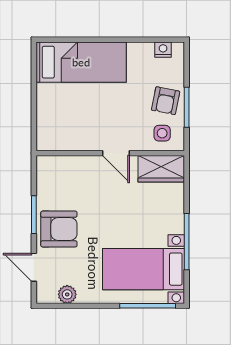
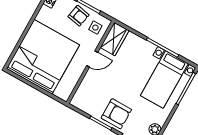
bed: (81, 62) -> (43, 57), width x2.04
armchair: (59, 229) -> (116, 114), turned 90

